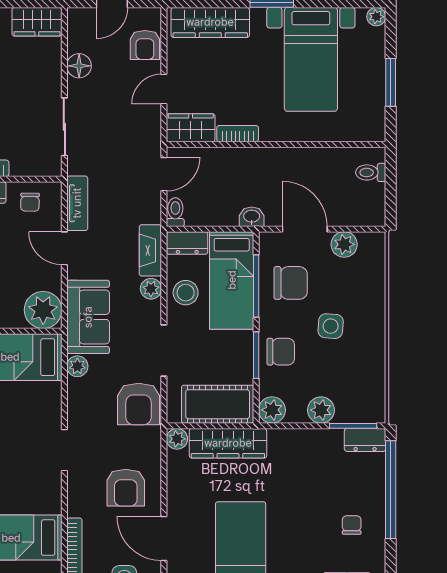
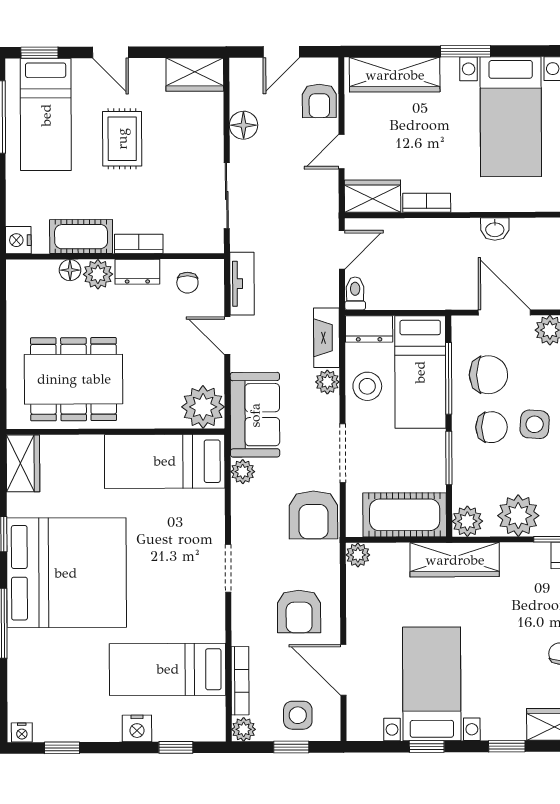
washbasin: (252, 217) -> (495, 229), moved, turned 180
chair: (281, 352) -> (491, 427), moved
plant: (321, 410) -> (518, 516), width x1.36, depth x1.36
wardrobe: (228, 443) -> (455, 560), moved

